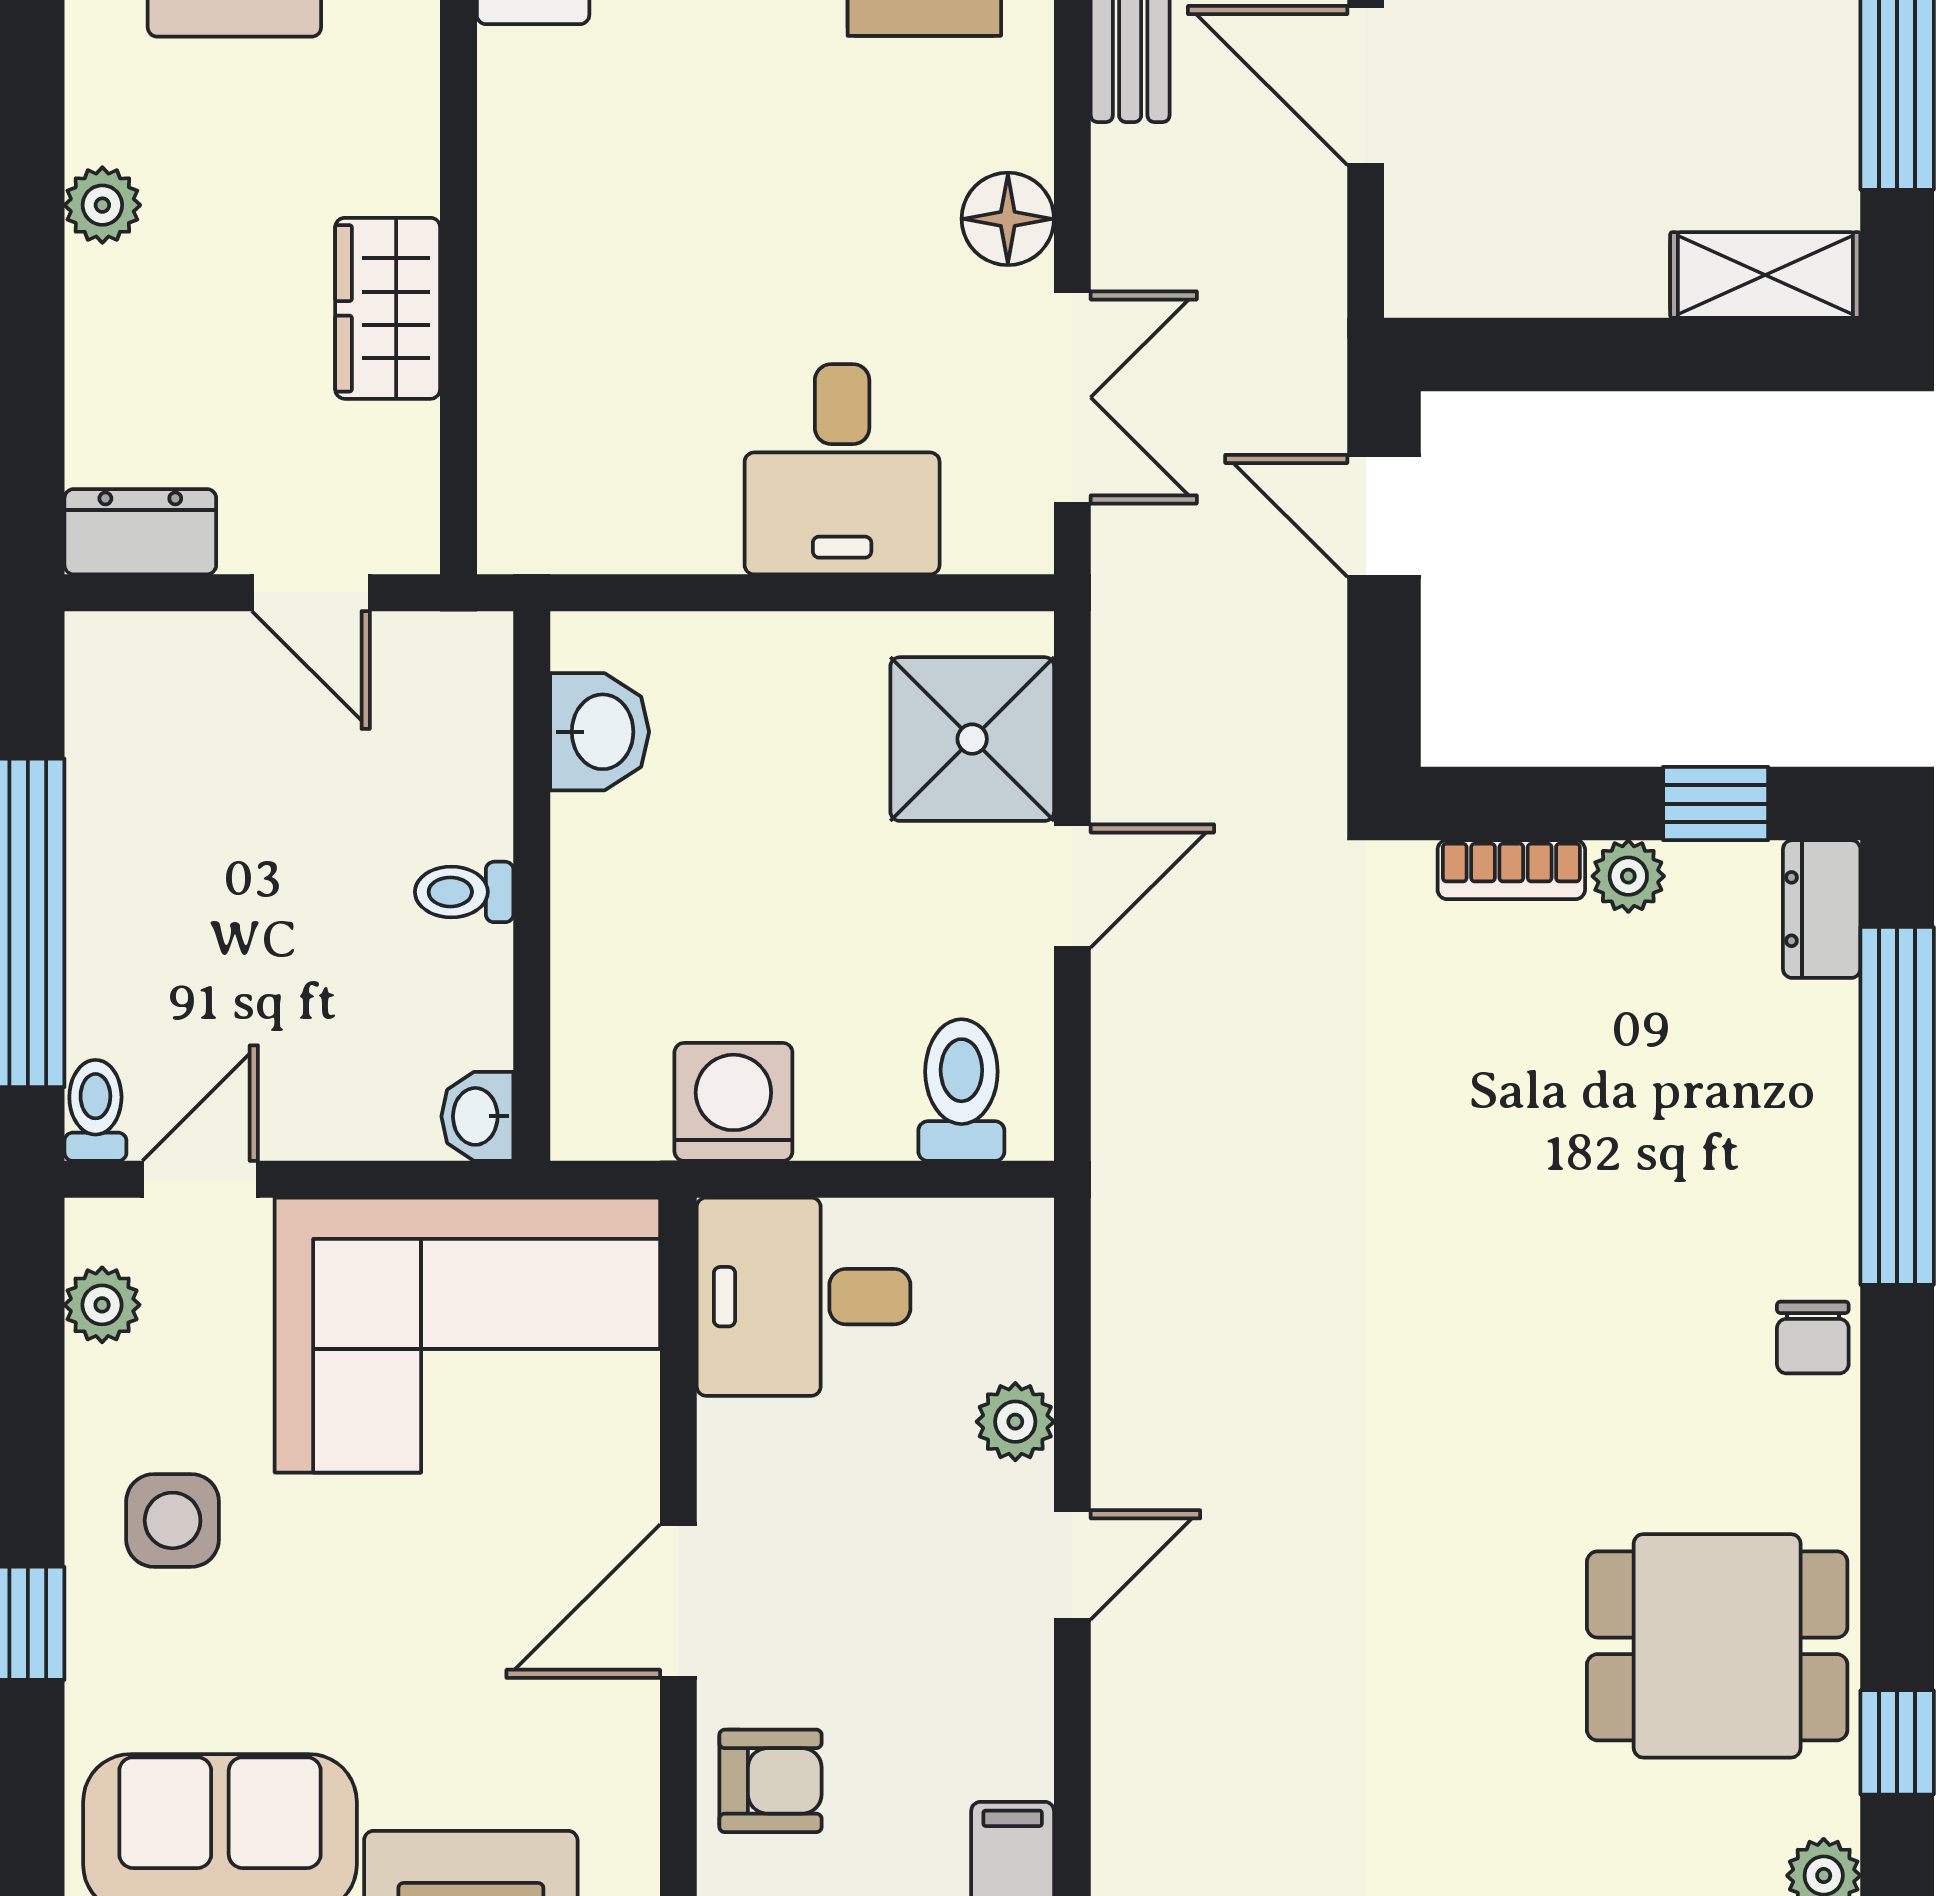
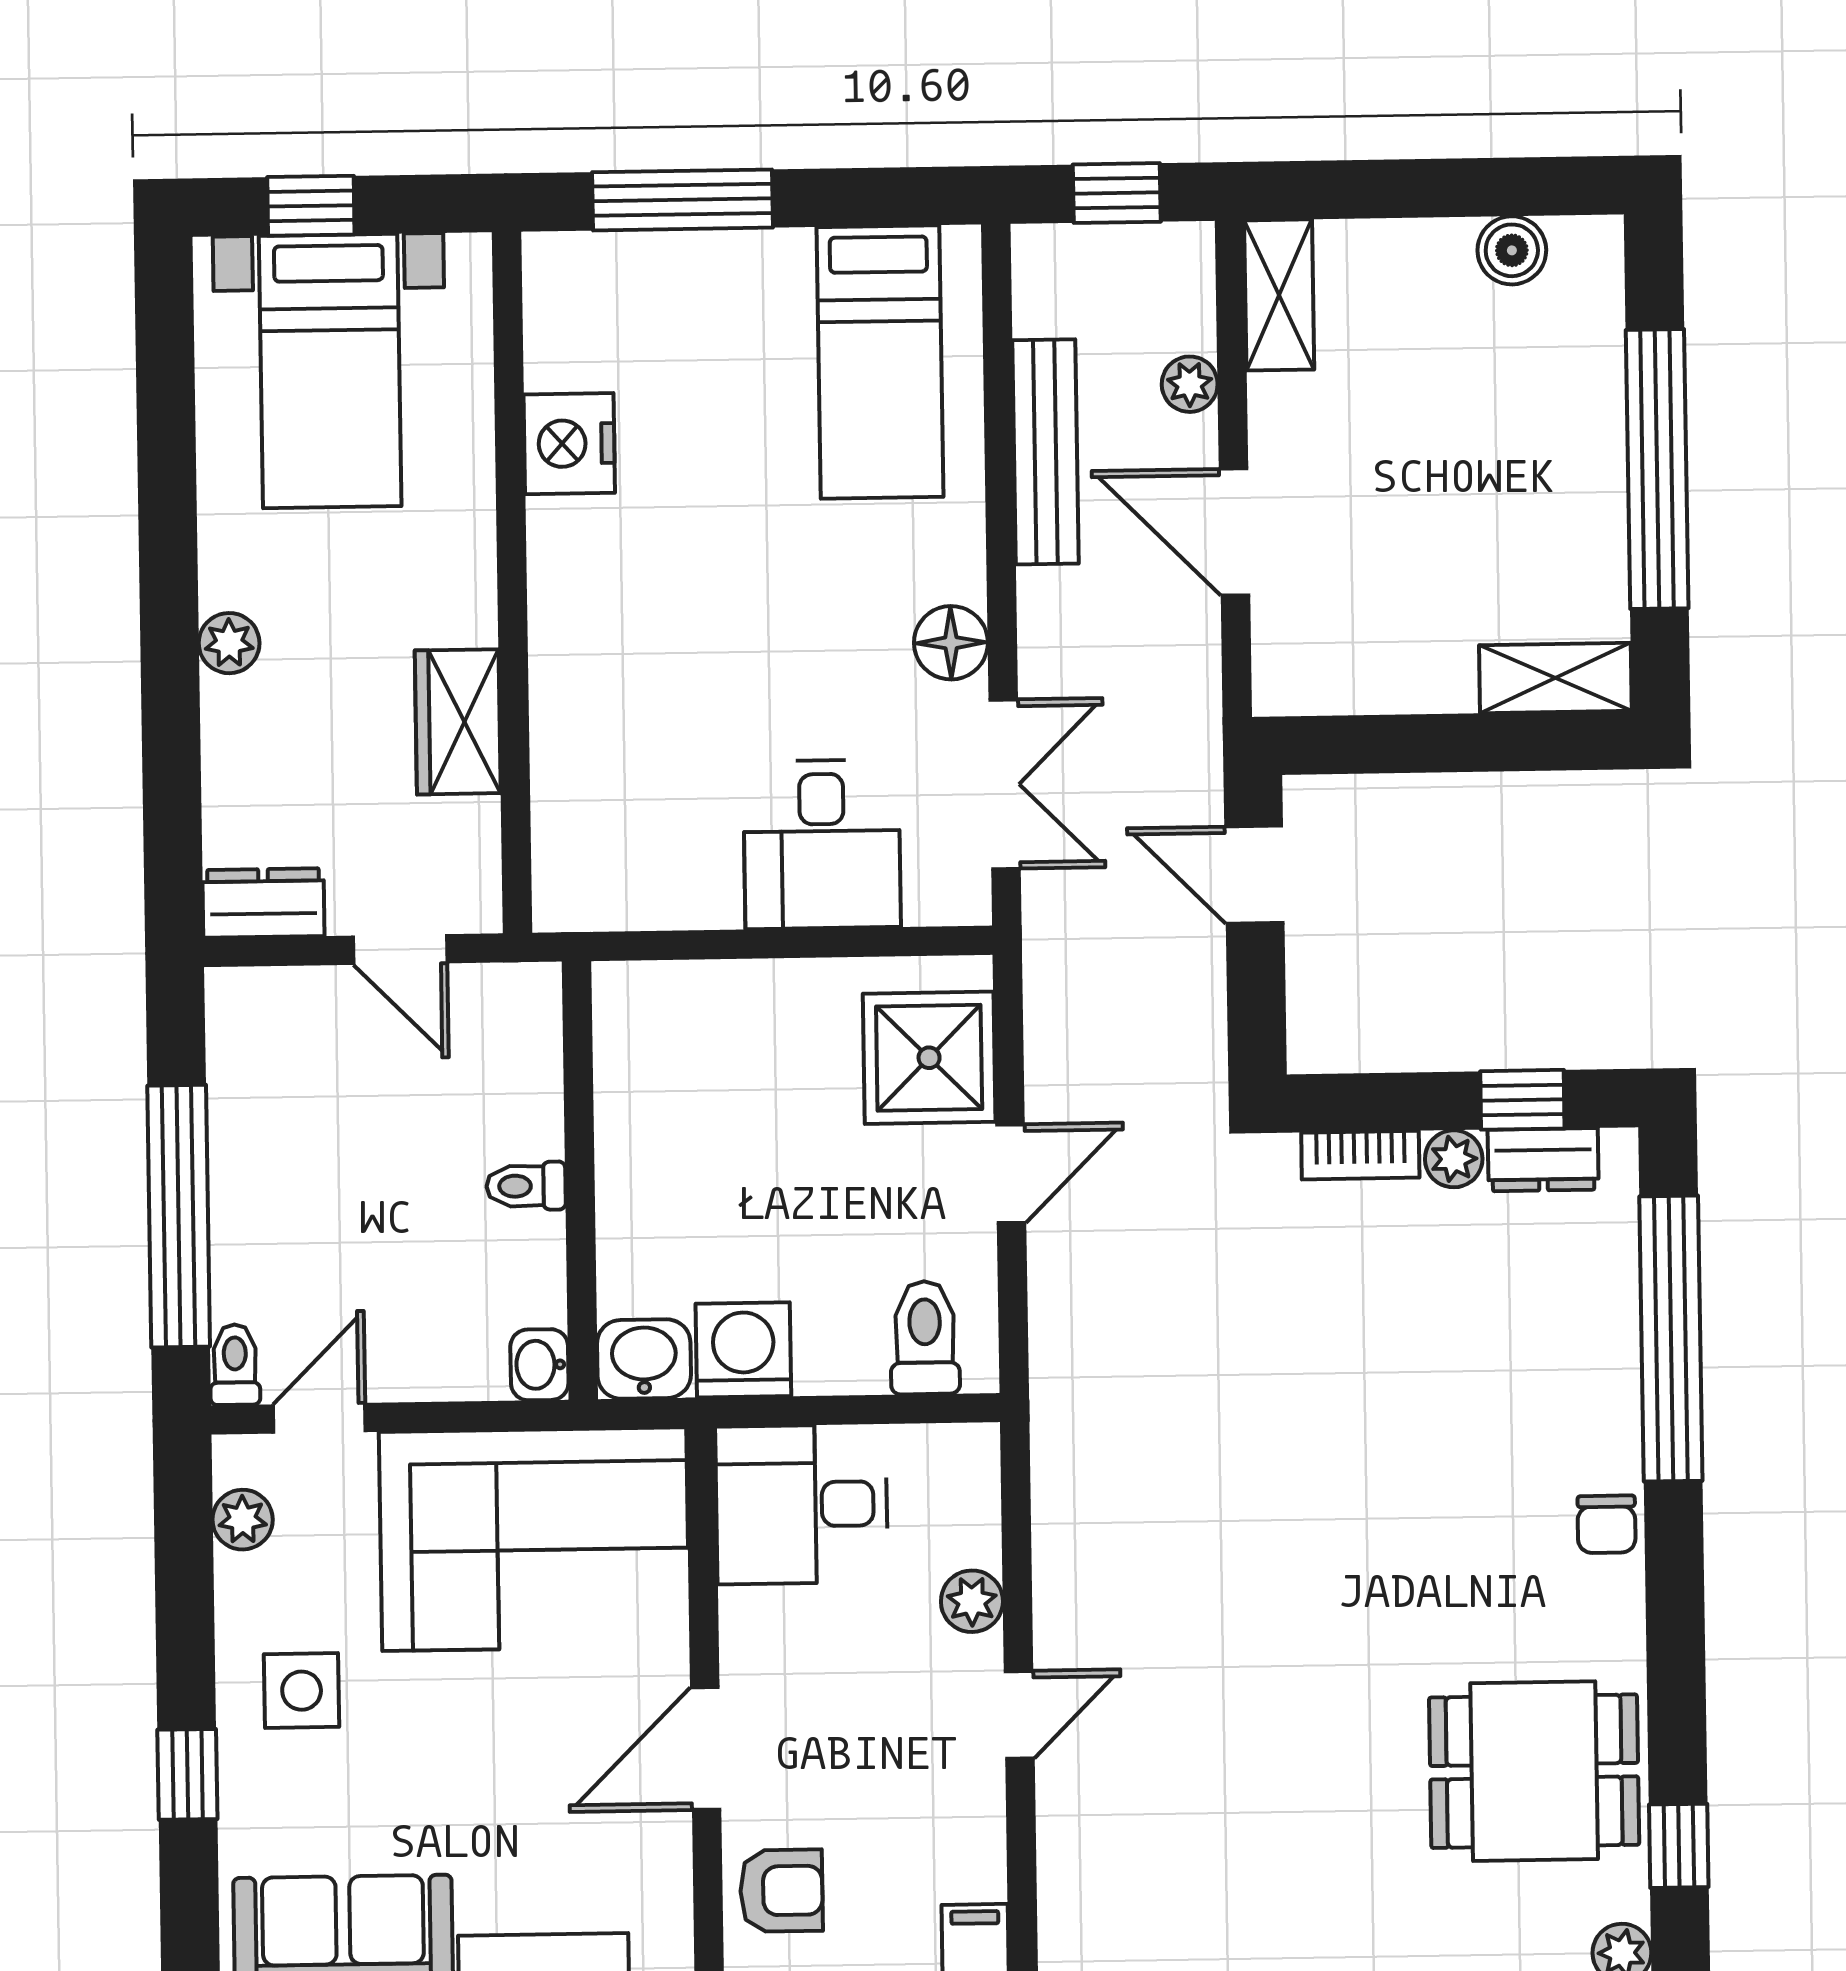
washbasin: (600, 732) -> (644, 1359), moved, turned -90
dresser: (1822, 909) -> (1543, 1160), moved, turned -90

